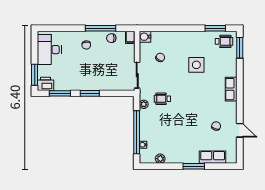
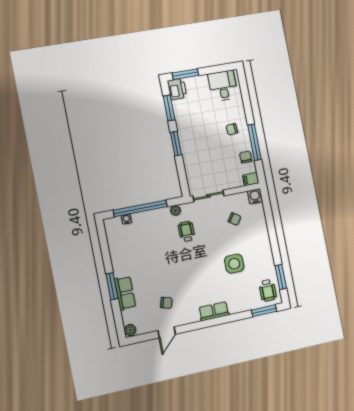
desk: (49, 50) -> (223, 86), width x0.73
row of seats: (213, 157) -> (125, 293), moved
plant: (160, 159) -> (130, 330), moved

